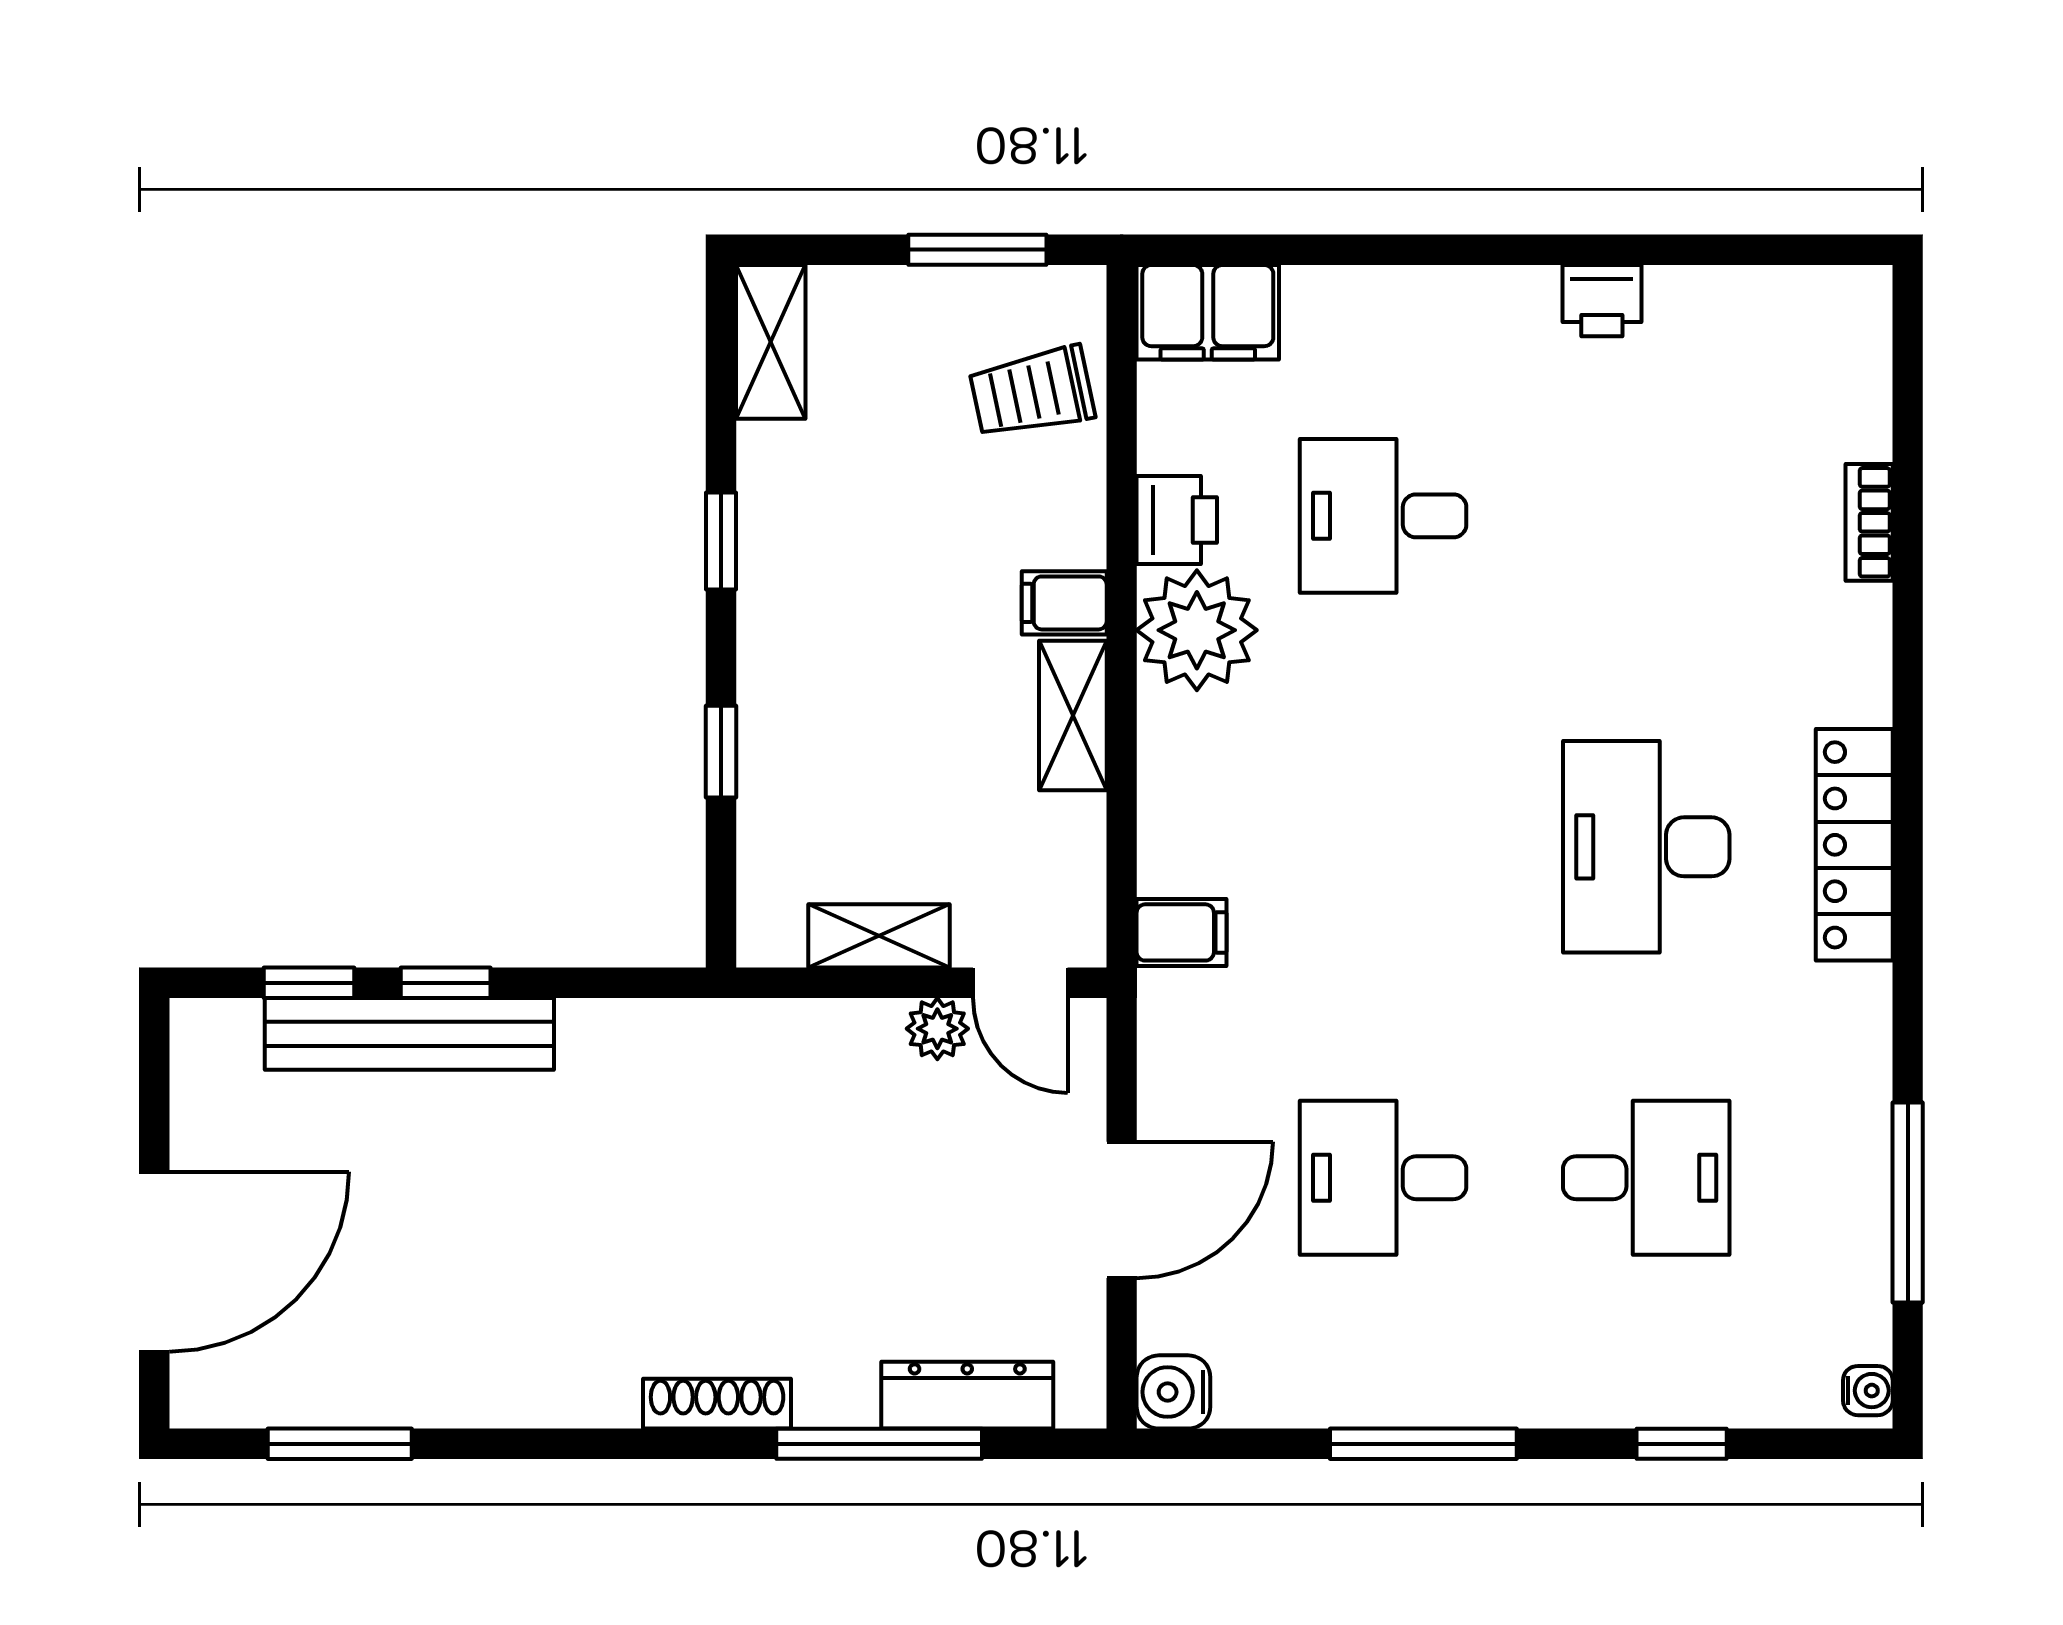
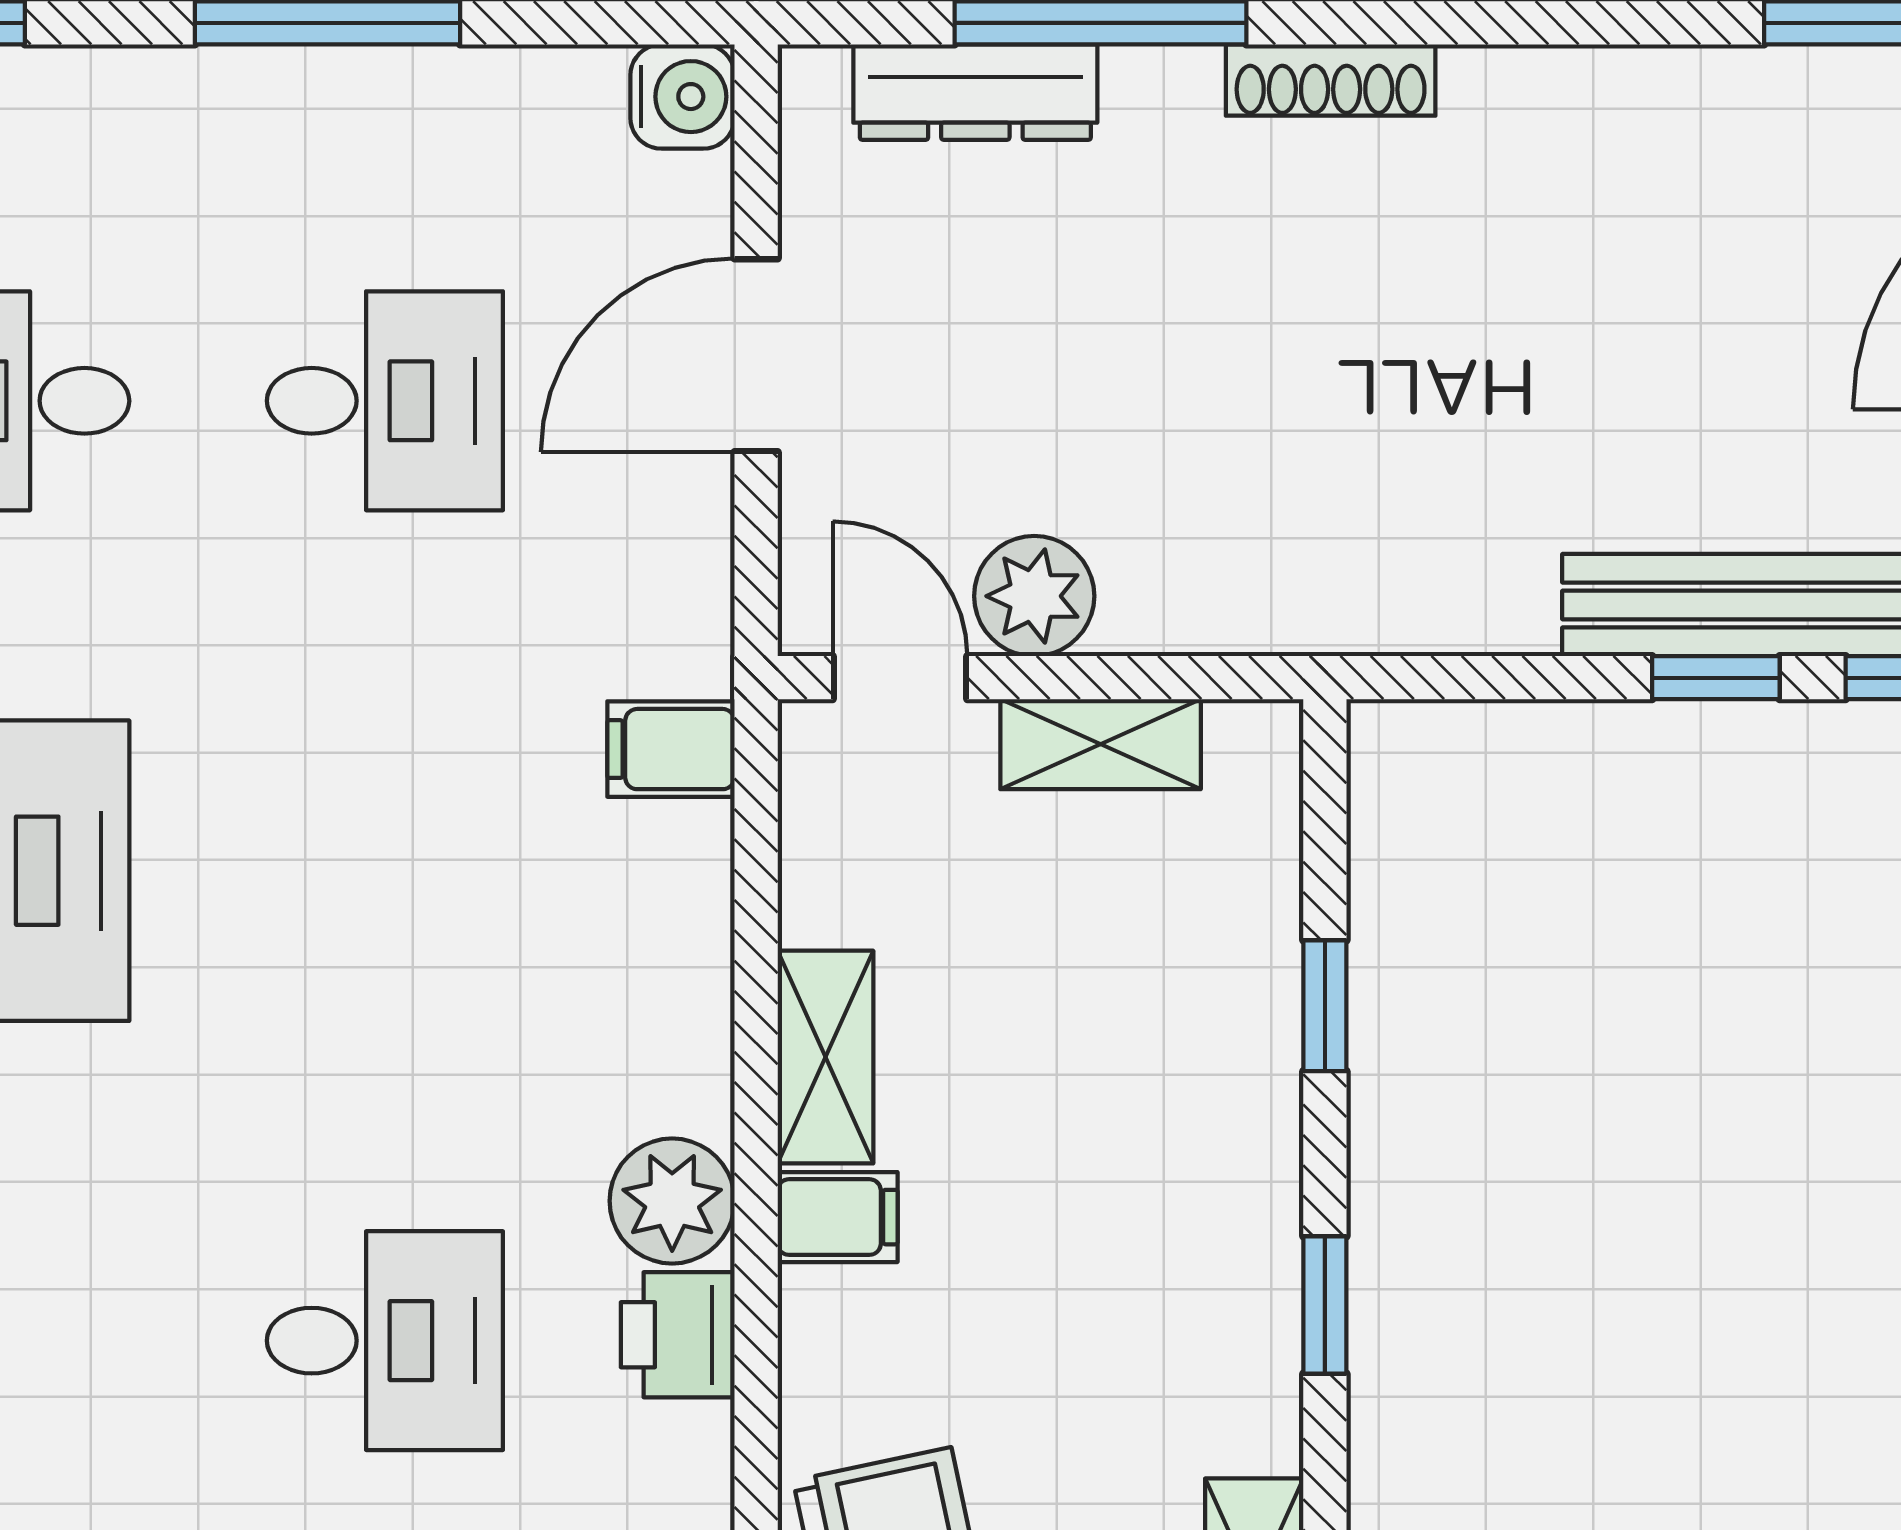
plant: (1197, 630) -> (672, 1201), width x0.73, depth x0.73
plant: (937, 1029) -> (1034, 596), width x1.38, depth x1.38

